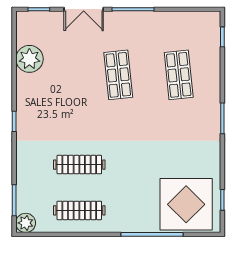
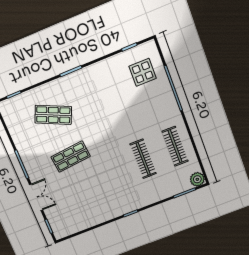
plant: (29, 59) -> (84, 220), removed
shop shelf: (179, 75) -> (53, 115), turned 30
display table: (186, 204) -> (143, 72), width x0.54, depth x0.54

